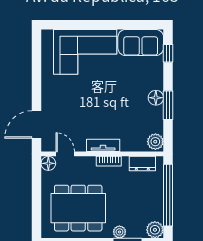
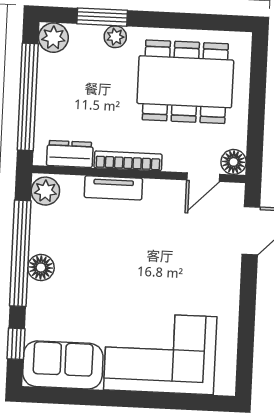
window: (168, 105) -> (20, 253), width x2.11
tv unit: (103, 145) -> (113, 188), moved
door: (65, 154) -> (203, 177), hinge flipped
bookcase: (109, 161) -> (128, 161), width x1.56

